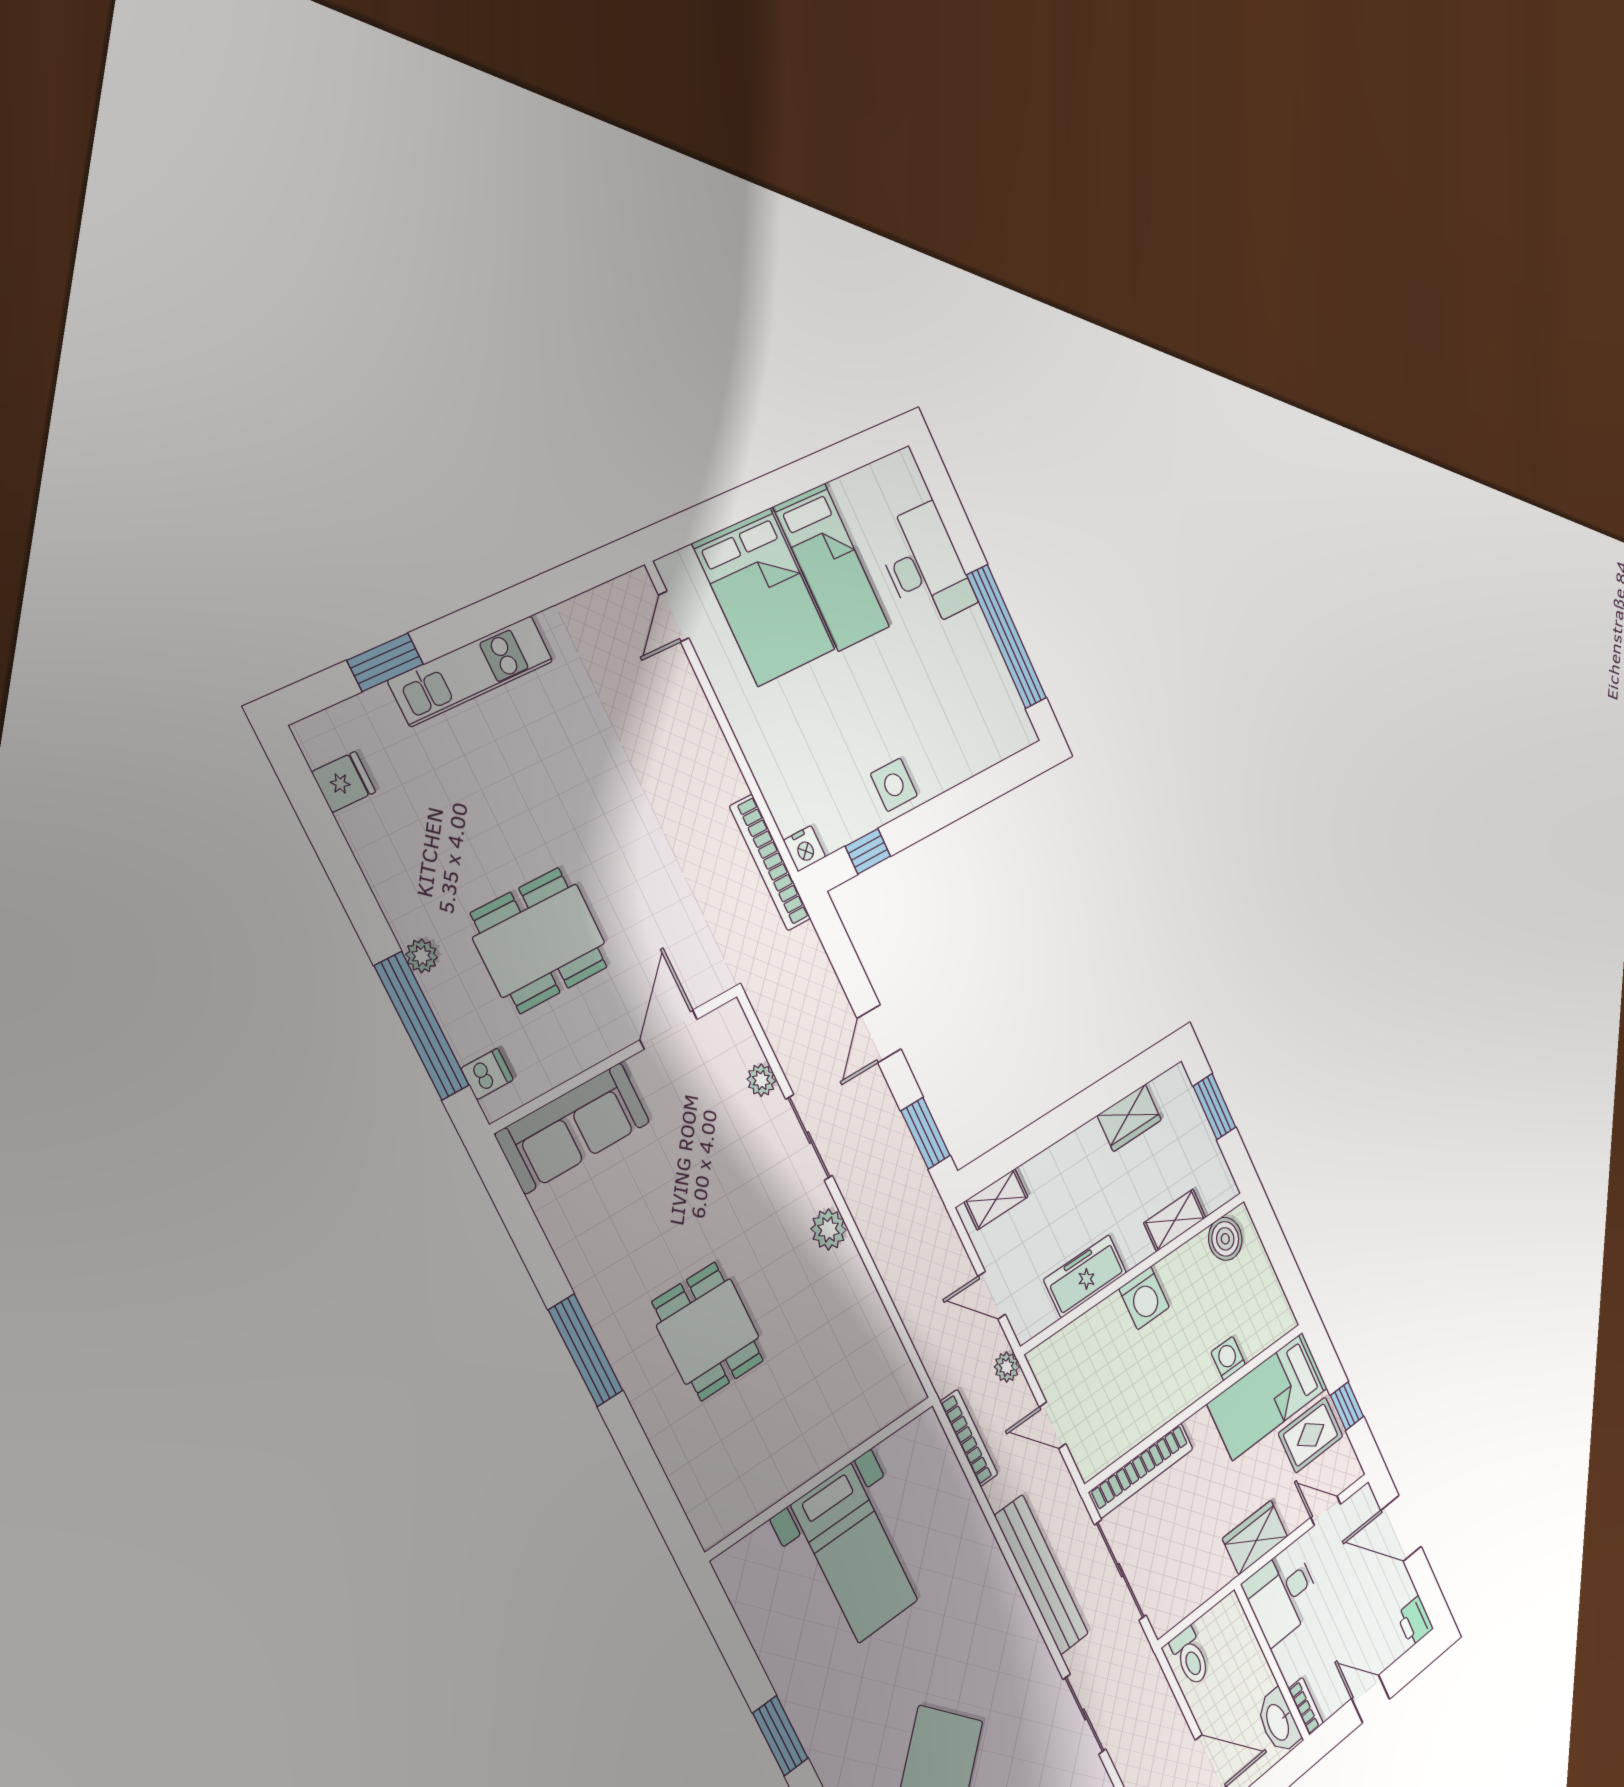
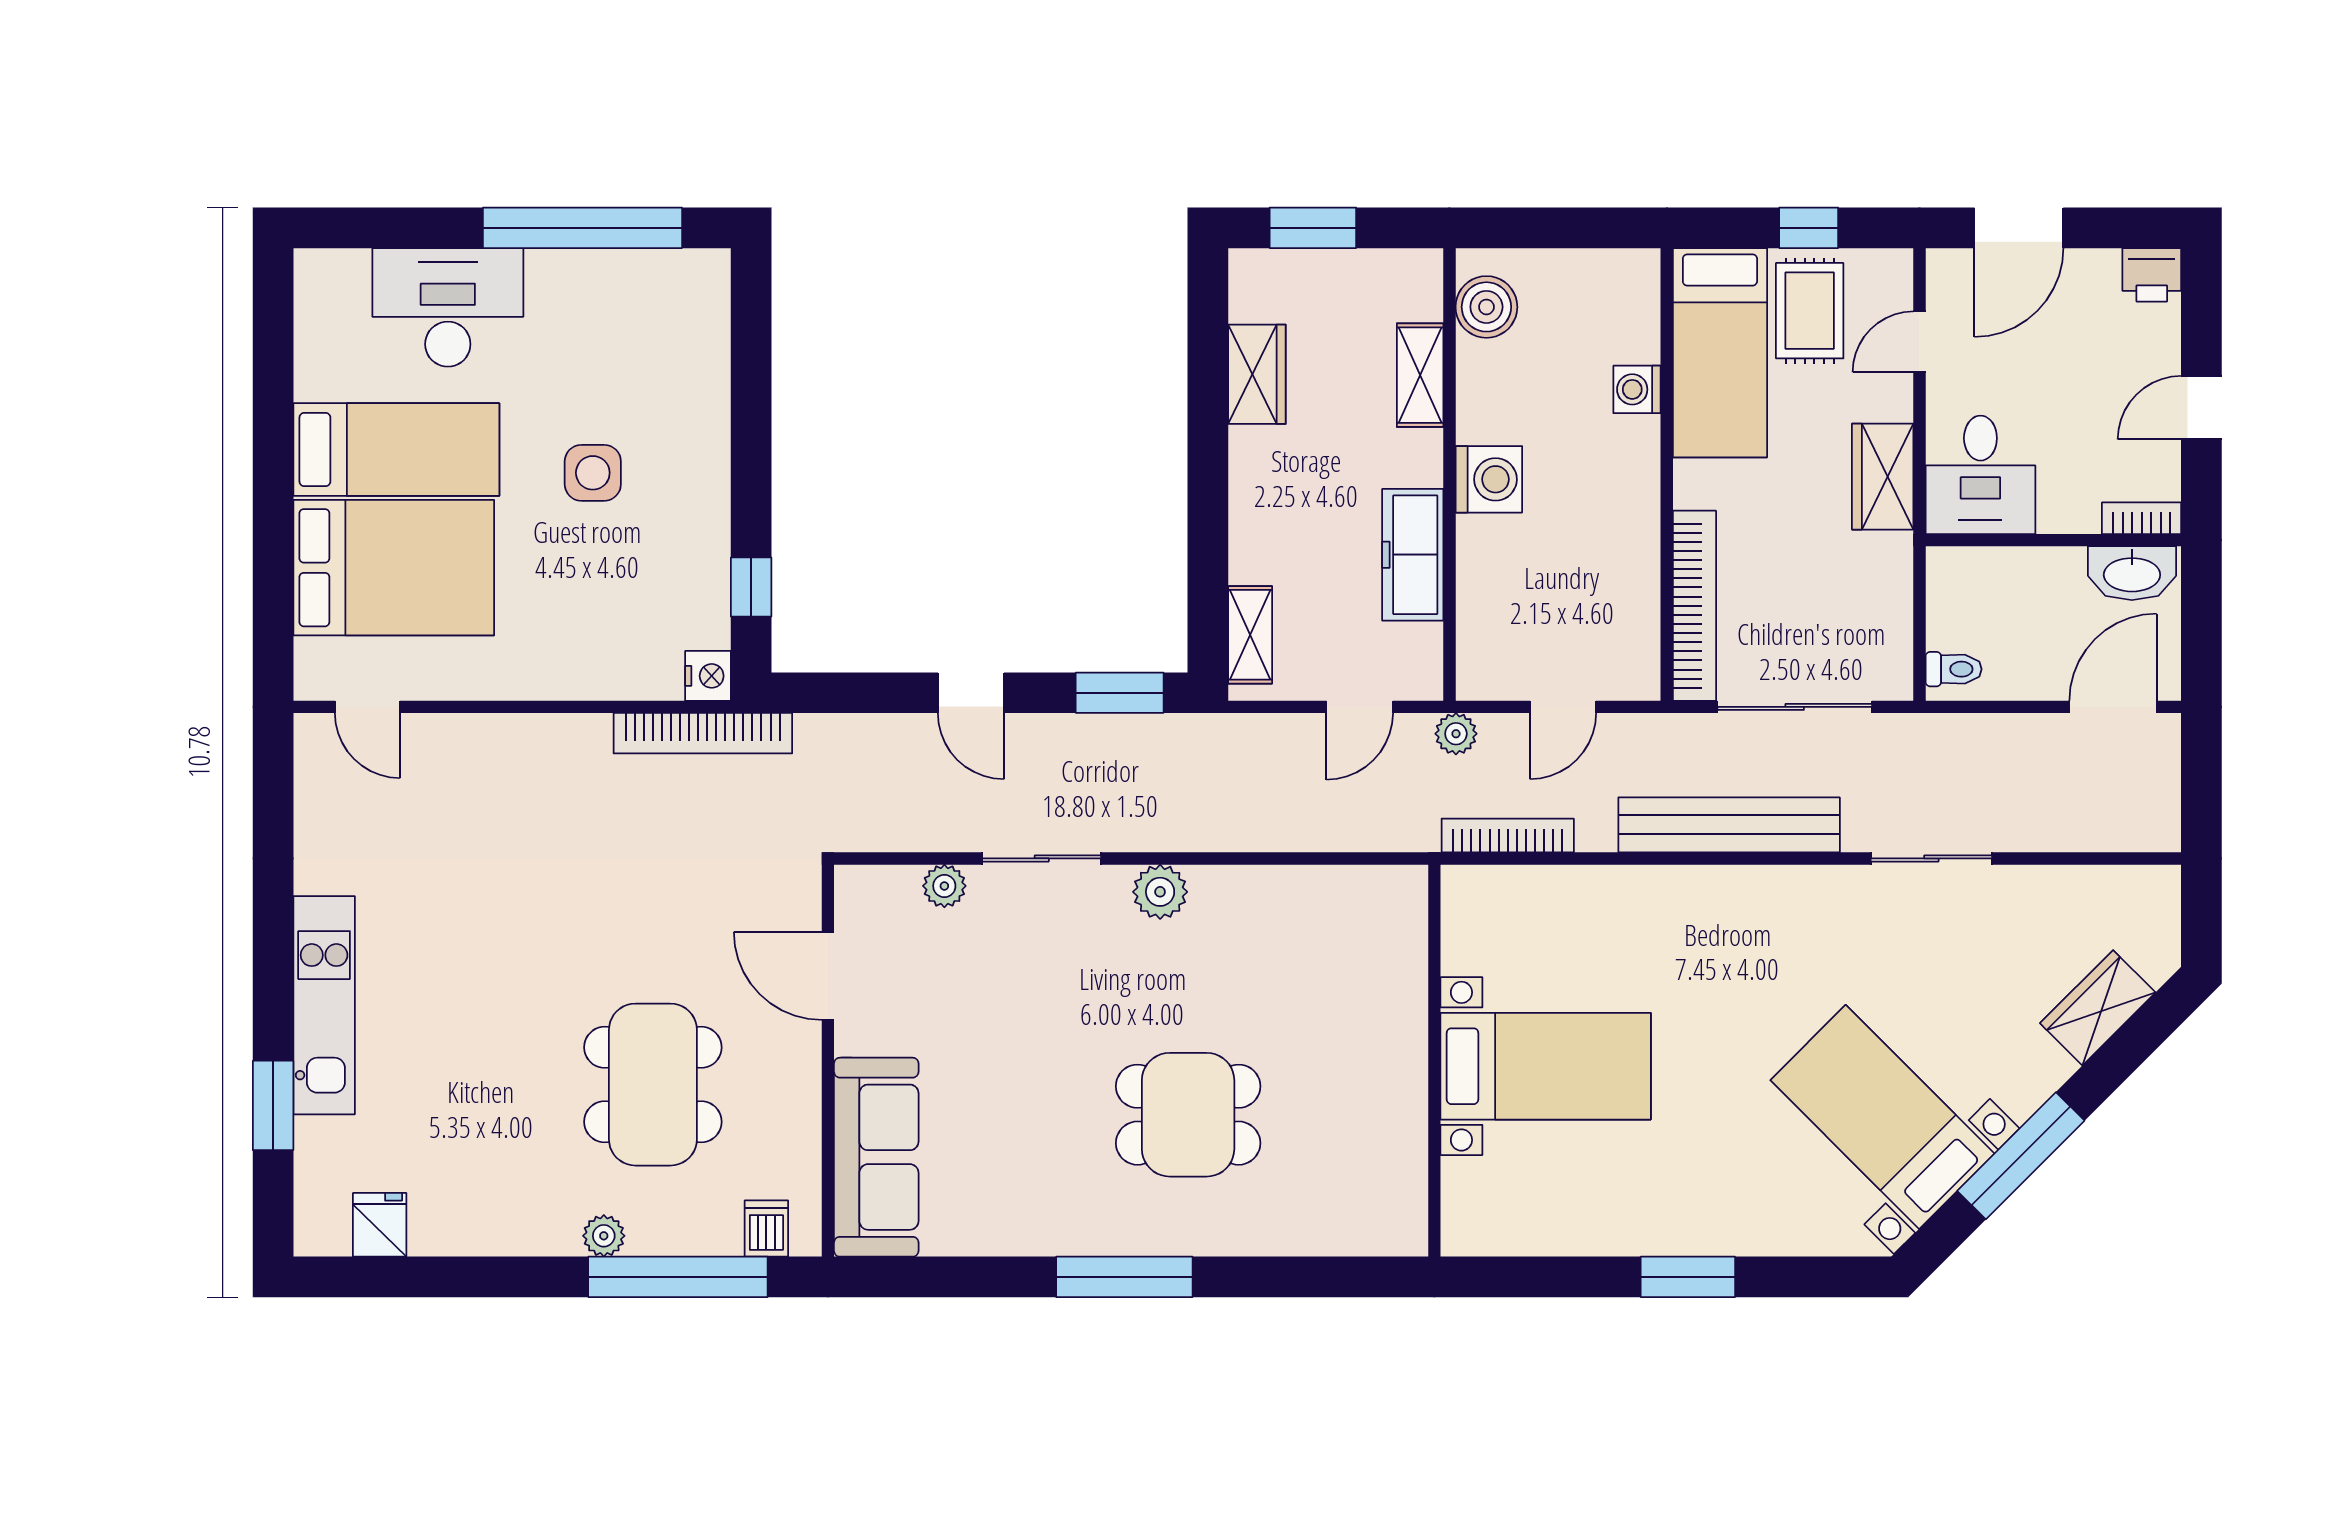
side table: (894, 785) -> (593, 473), moved
toilet: (1190, 1657) -> (1954, 669), width x0.73, depth x0.72

